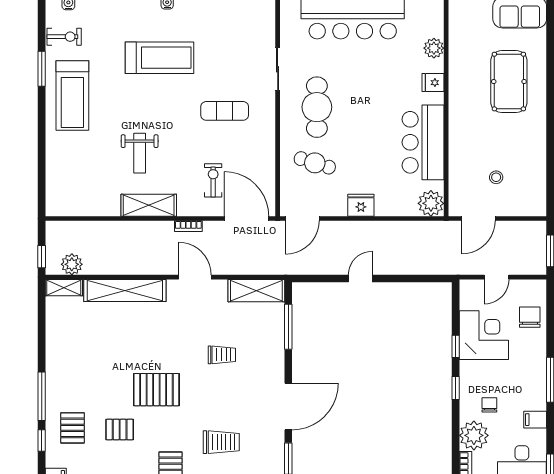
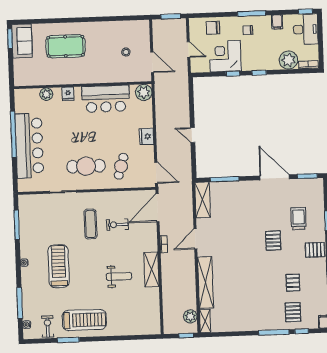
exercise bike: (213, 180) -> (117, 225), moved
trolley: (222, 355) -> (244, 220), removed
pallet: (156, 390) -> (273, 241), moved, width x0.67, depth x0.71
chair: (489, 405) -> (248, 30), moved
pallet: (73, 428) -> (293, 312), turned 90

